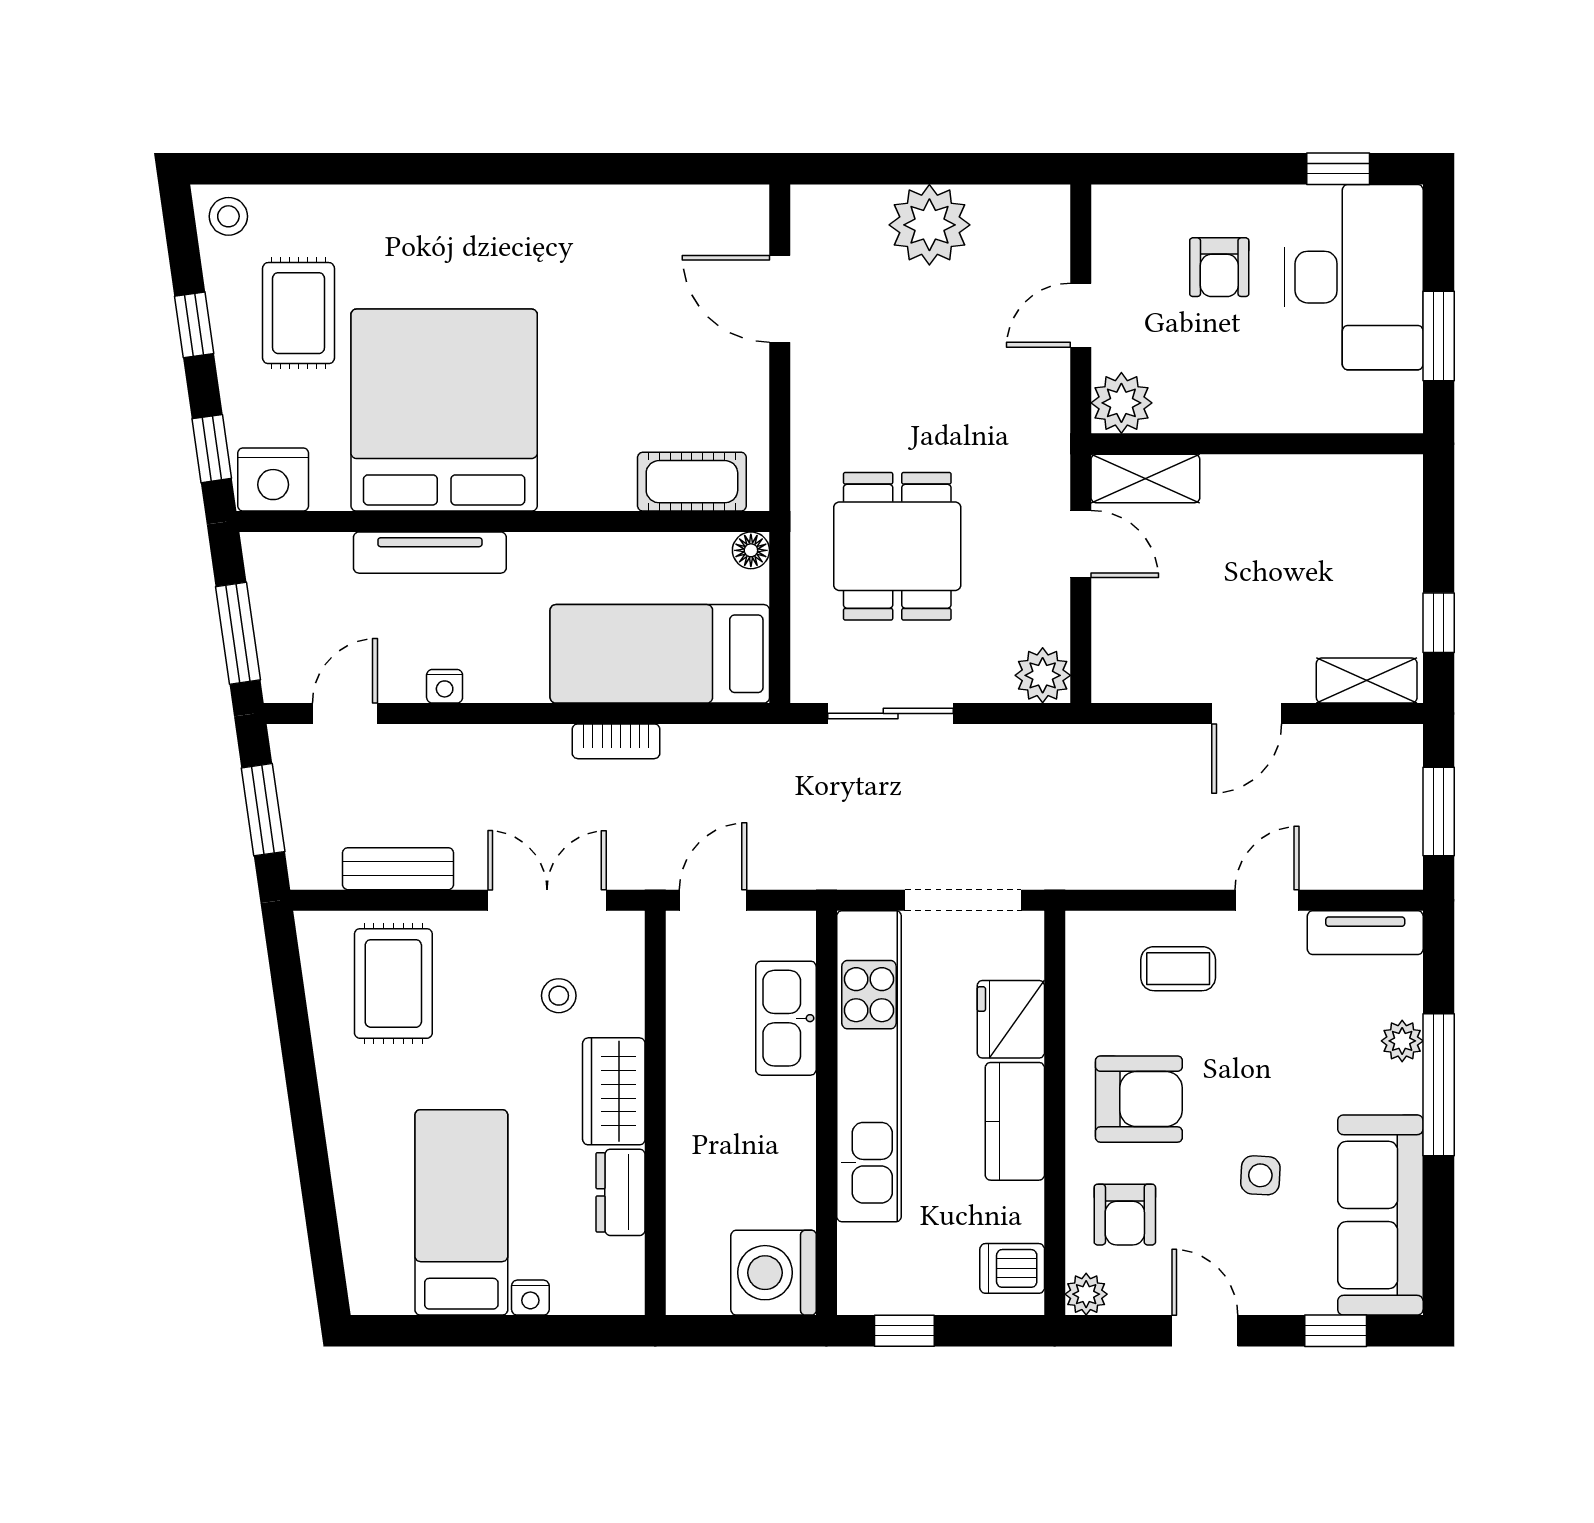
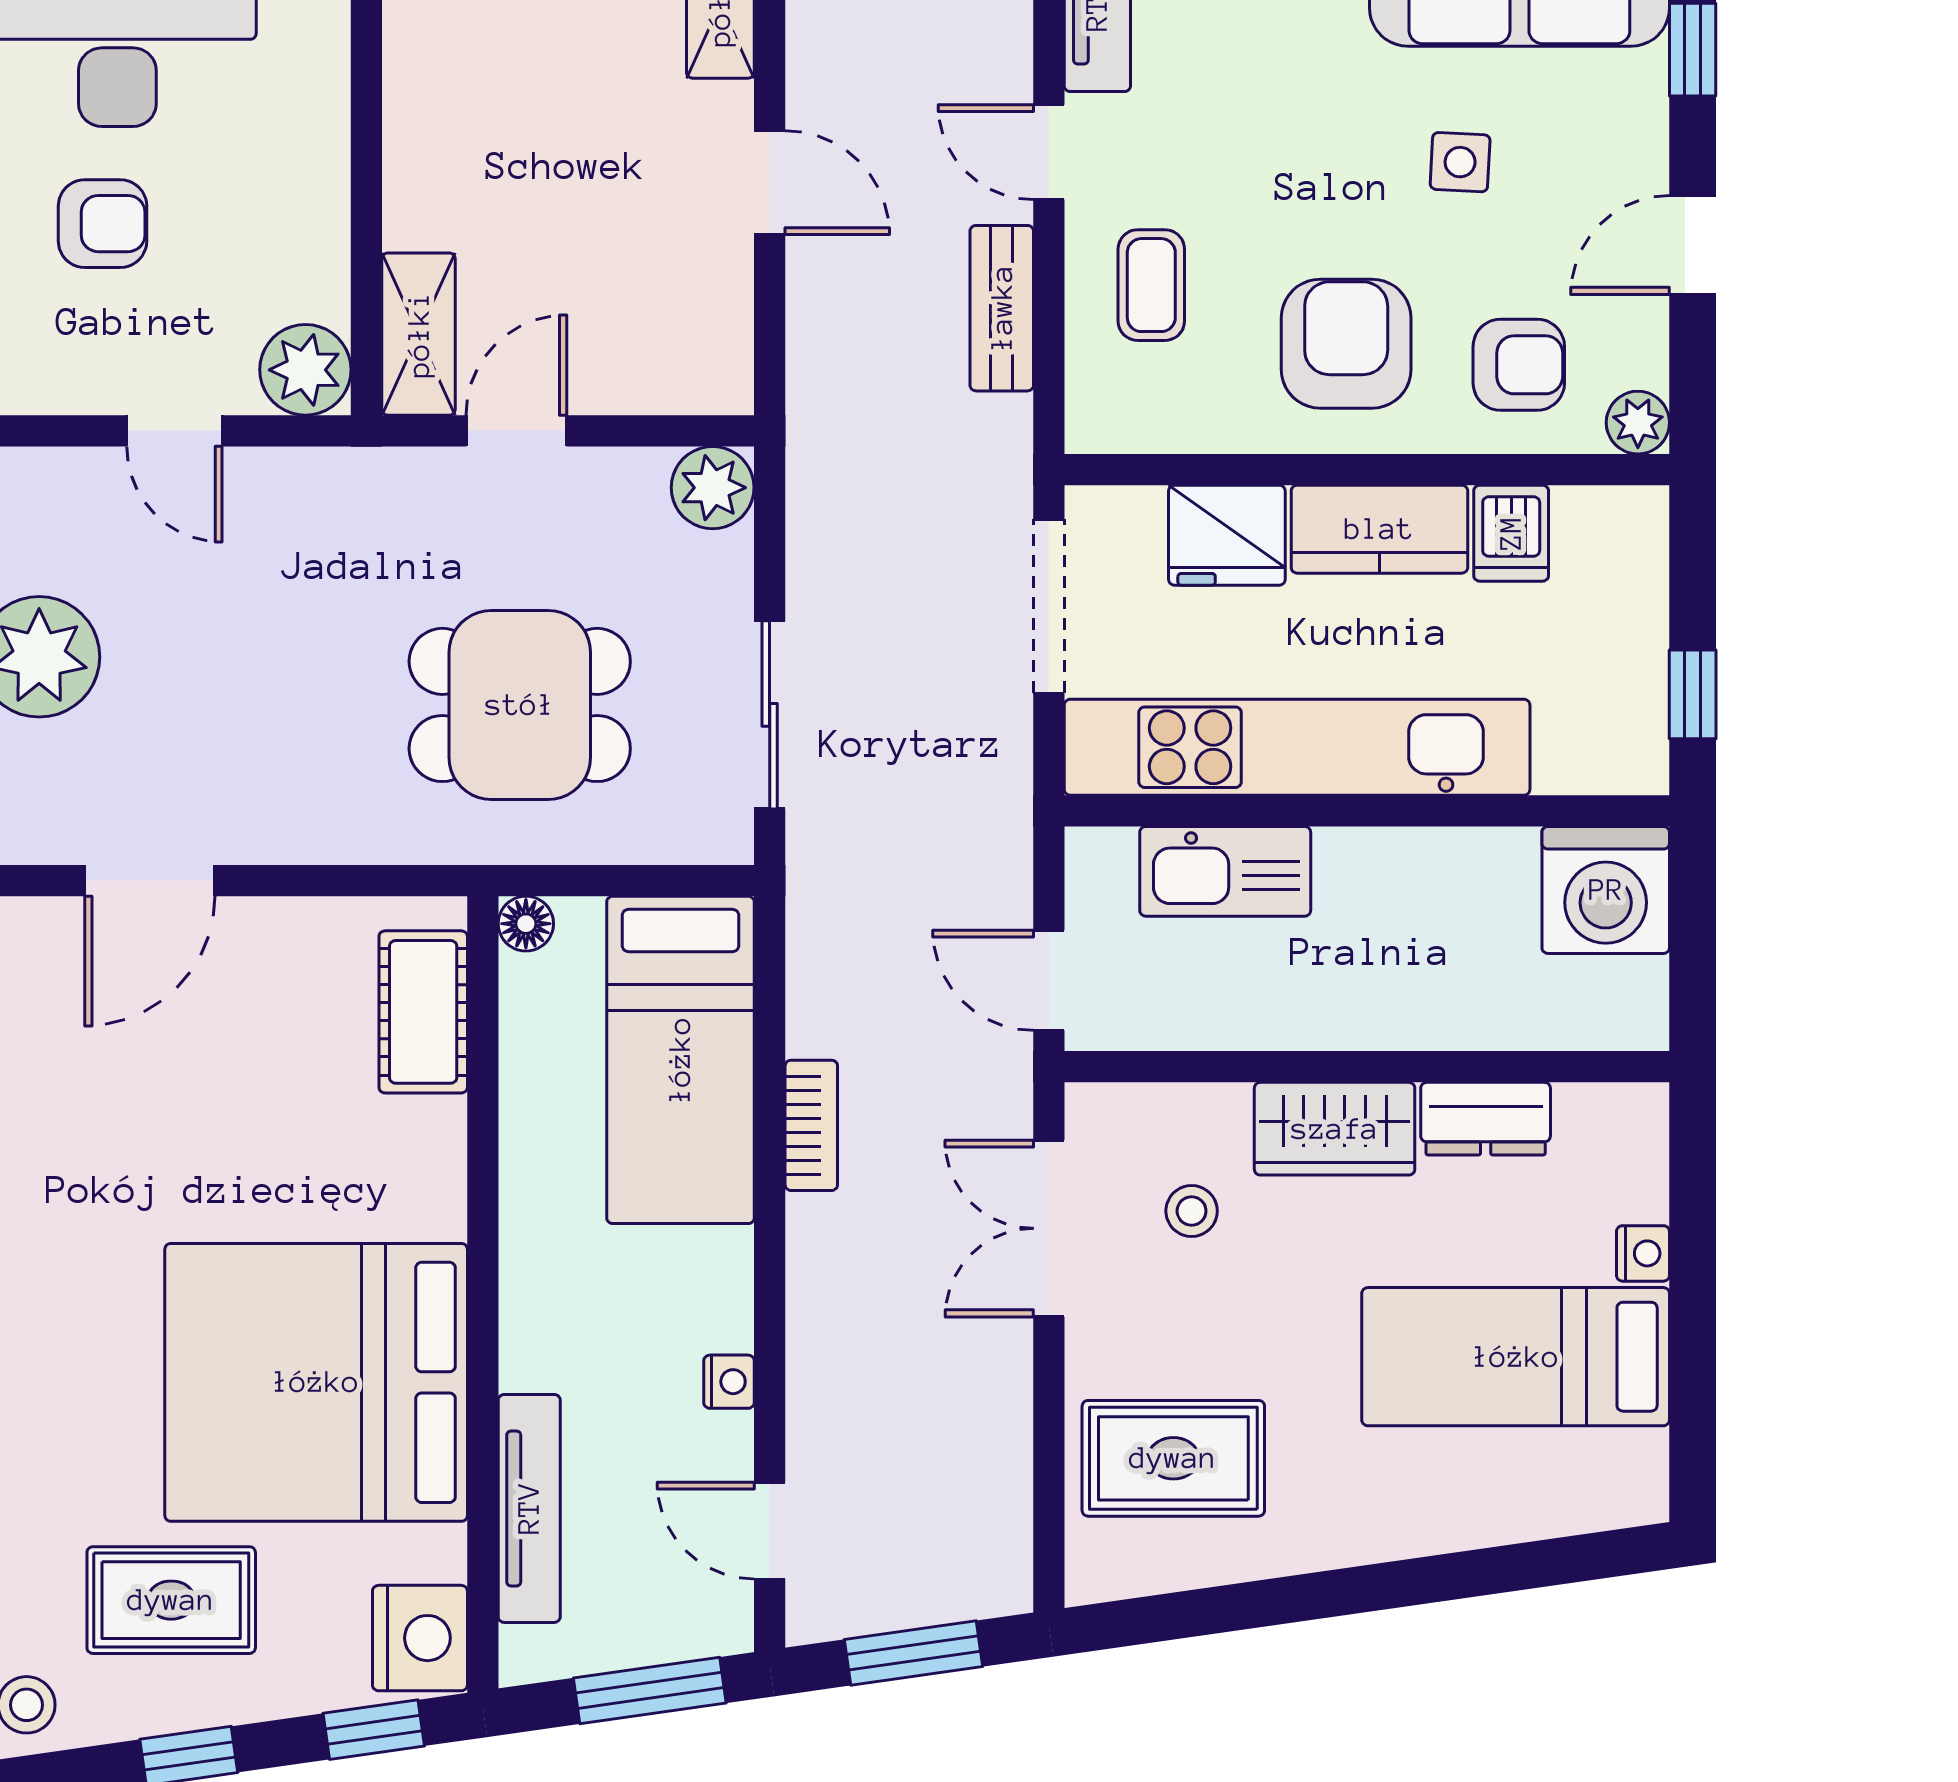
tv unit: (430, 553) -> (529, 1508), moved
bench: (398, 869) -> (1002, 308), moved
dishwasher: (1012, 1268) -> (1511, 533), moved

